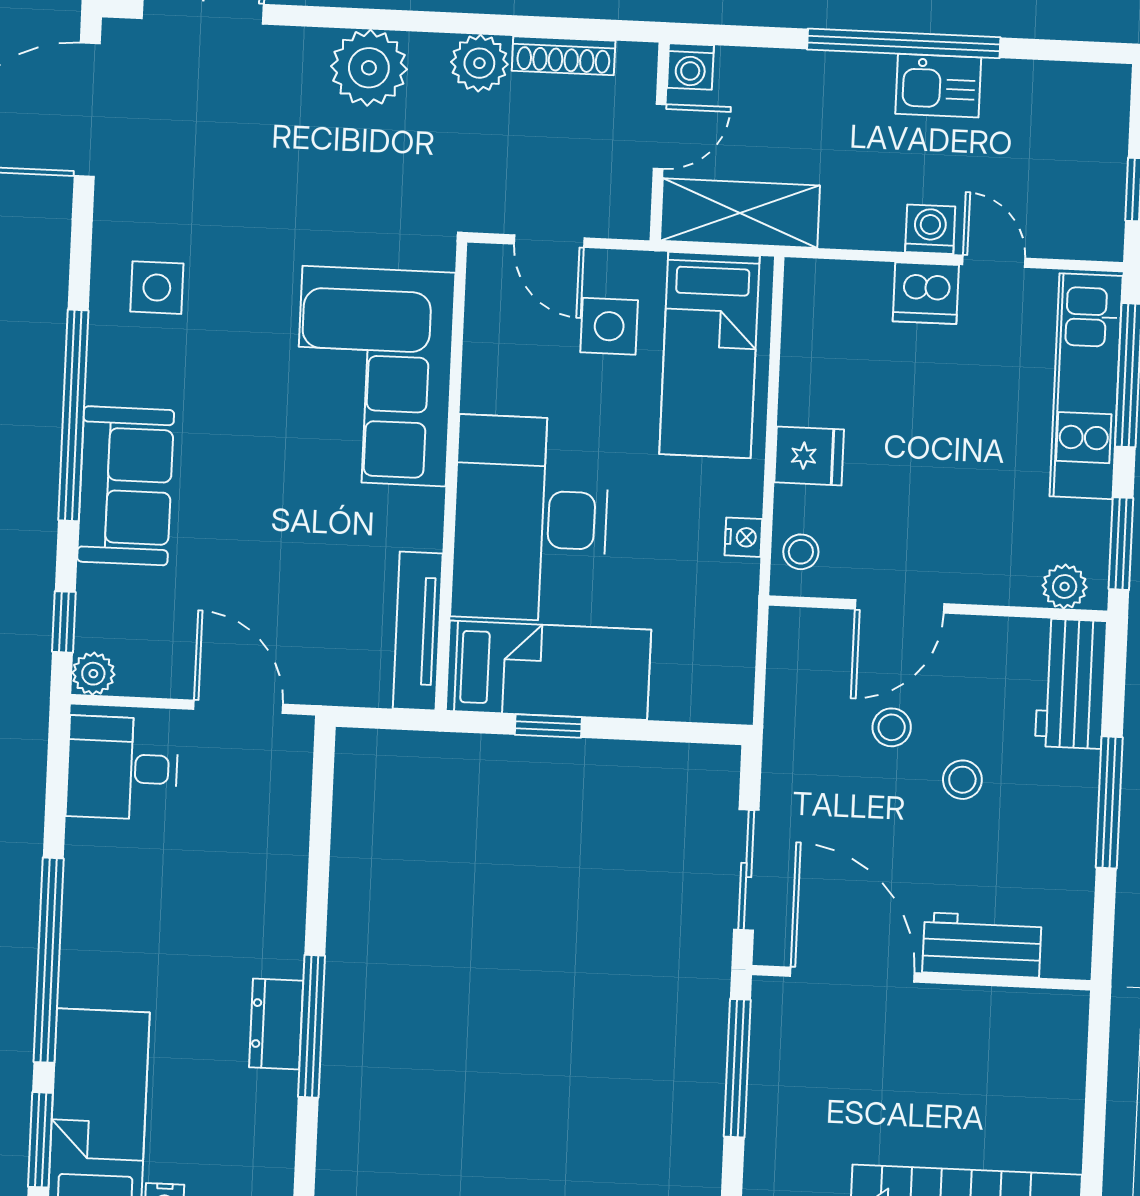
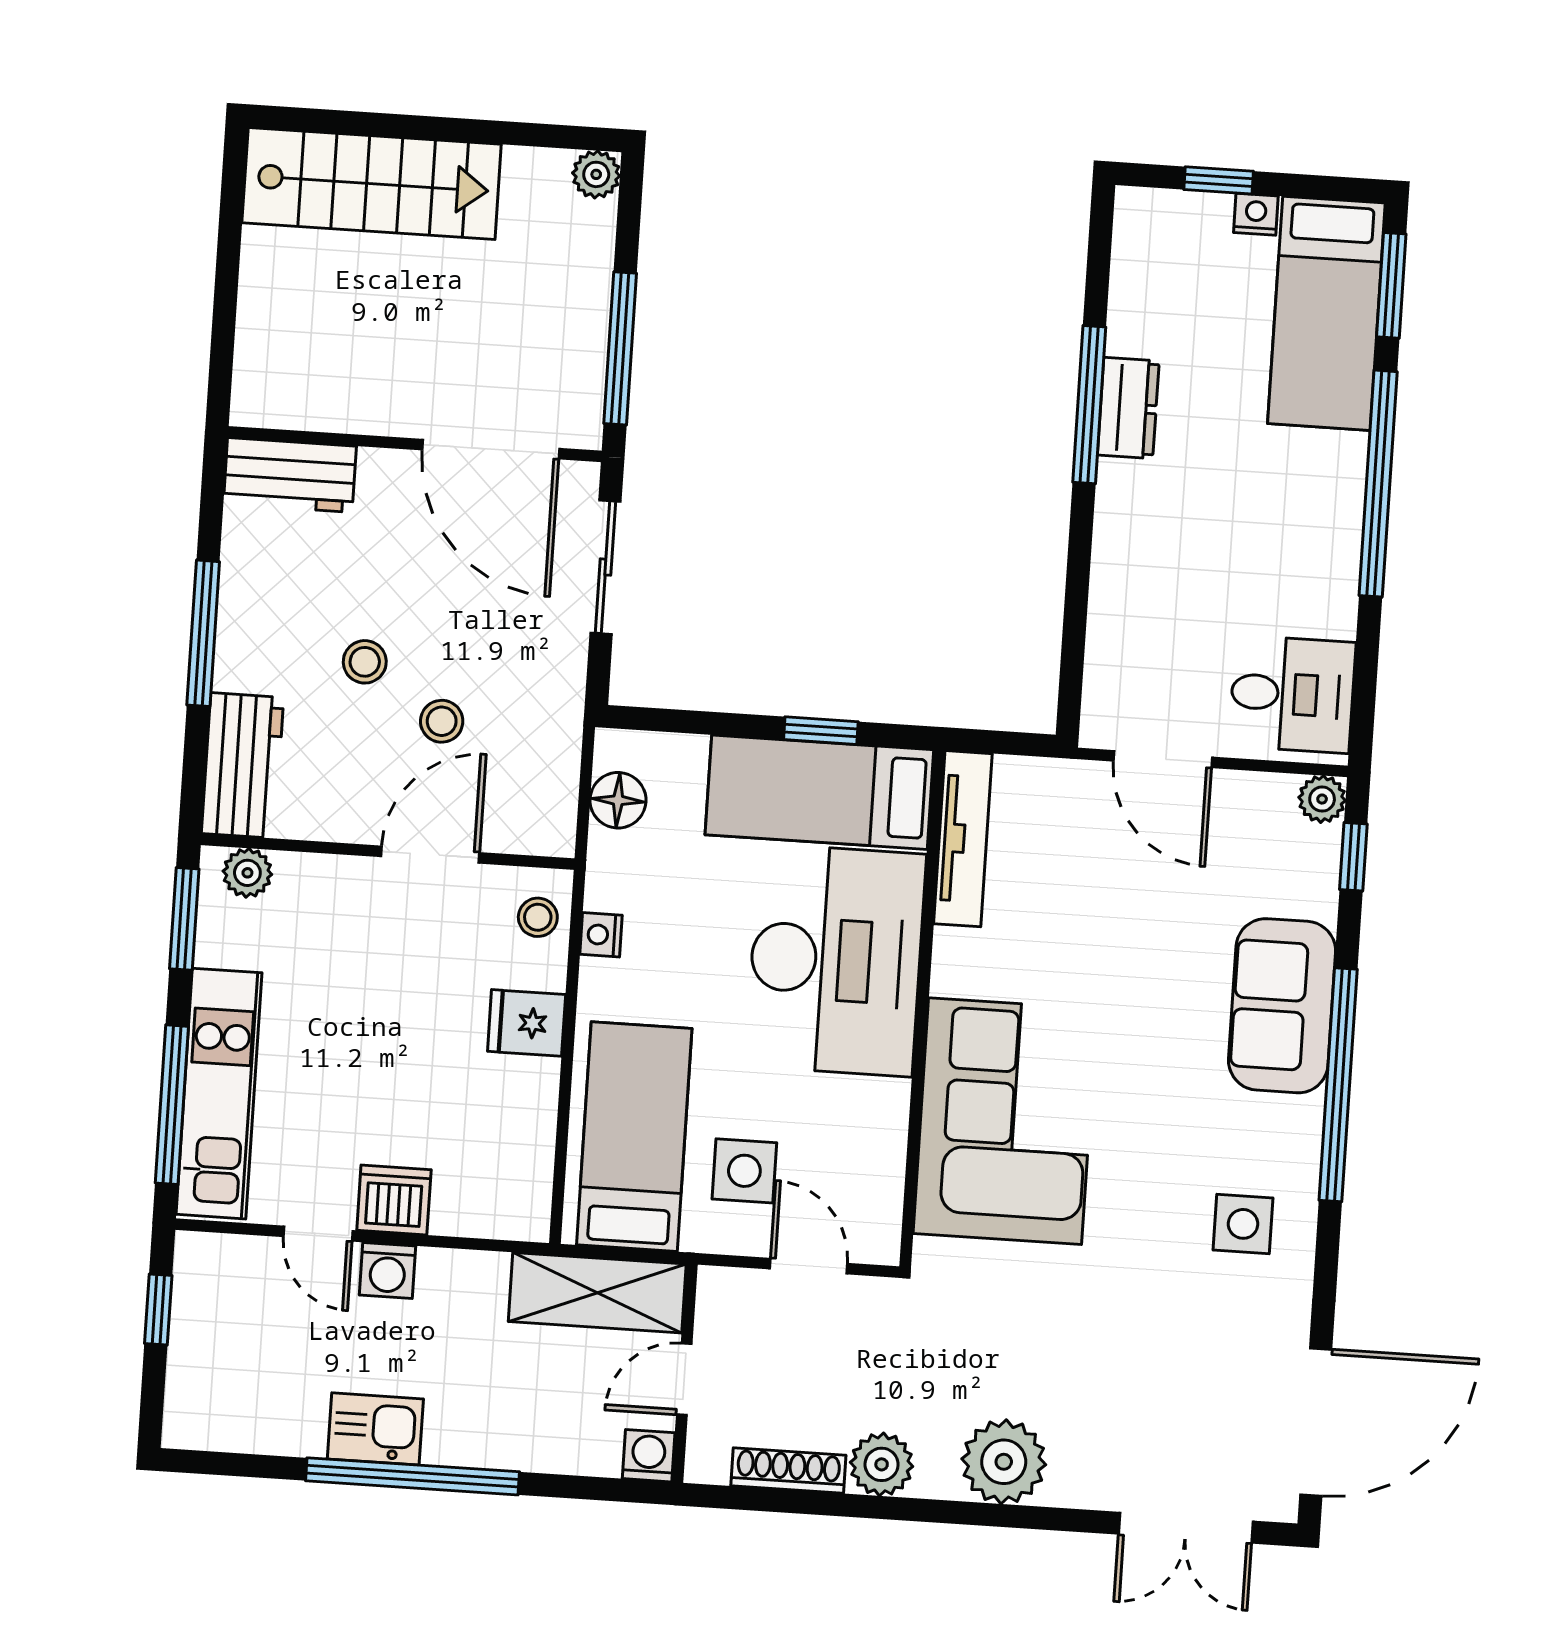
floor lamp: (731, 659) -> (618, 800), added
workbench: (982, 945) -> (290, 475), moved

